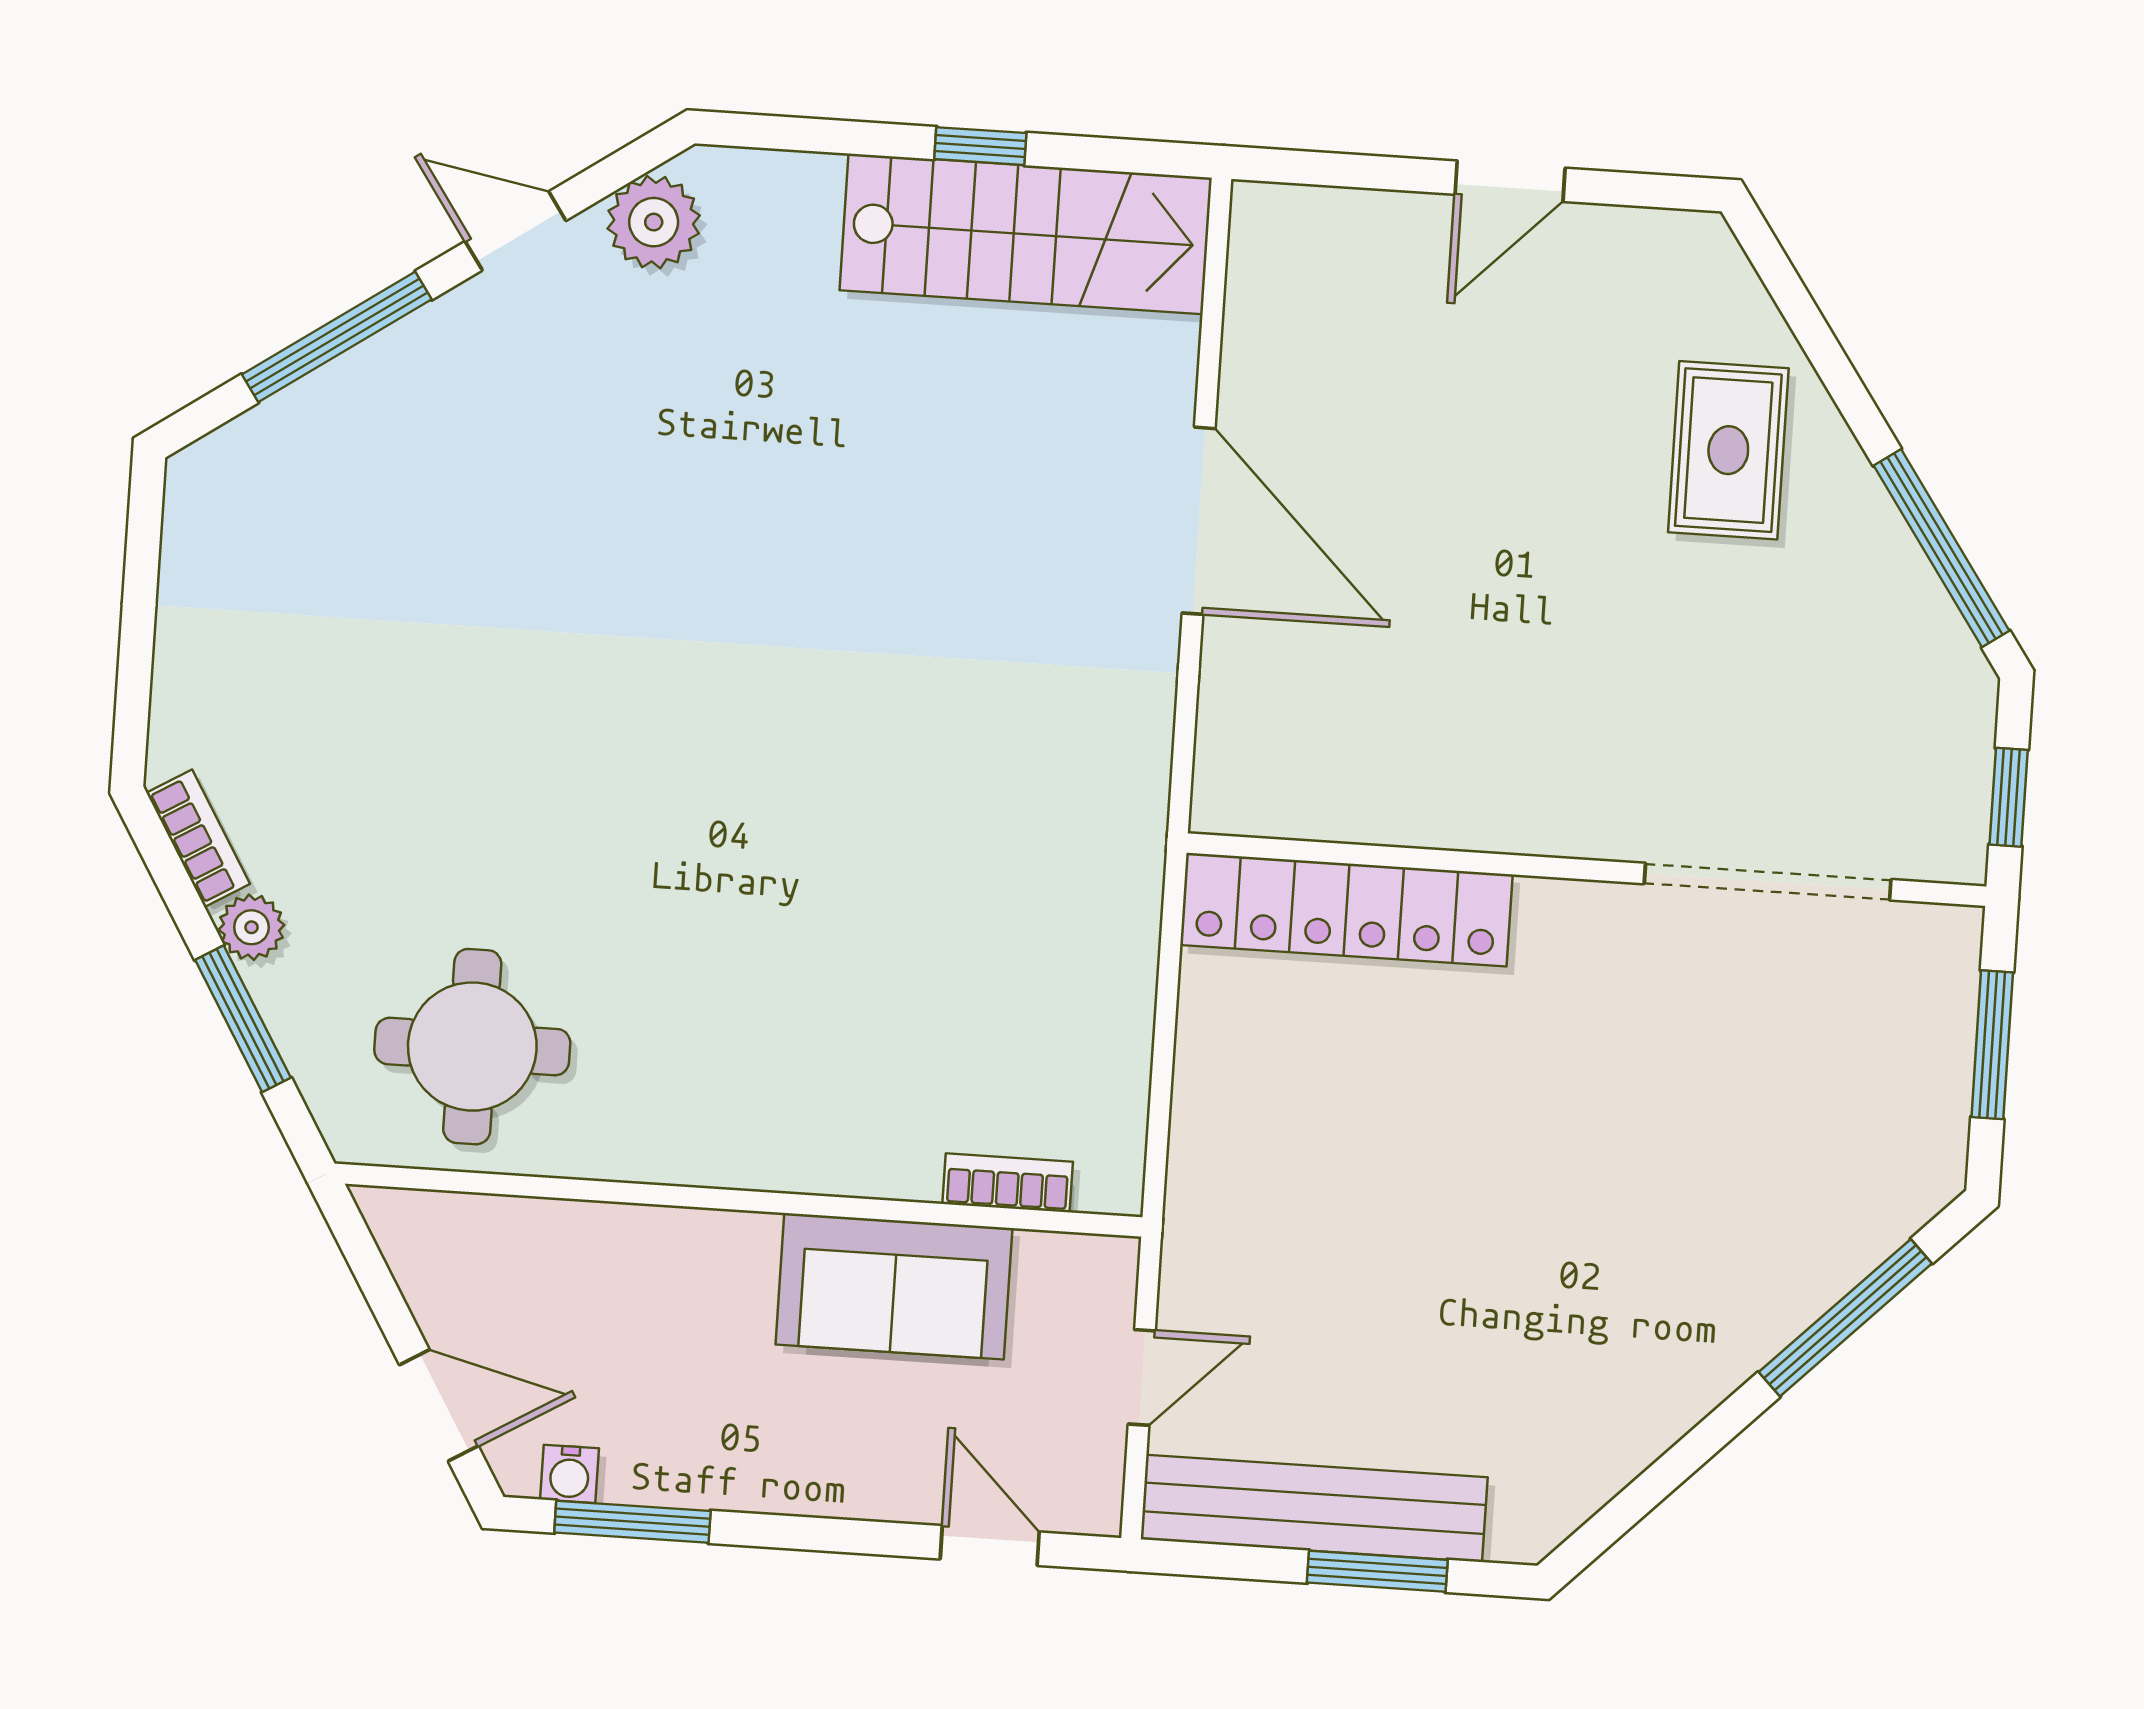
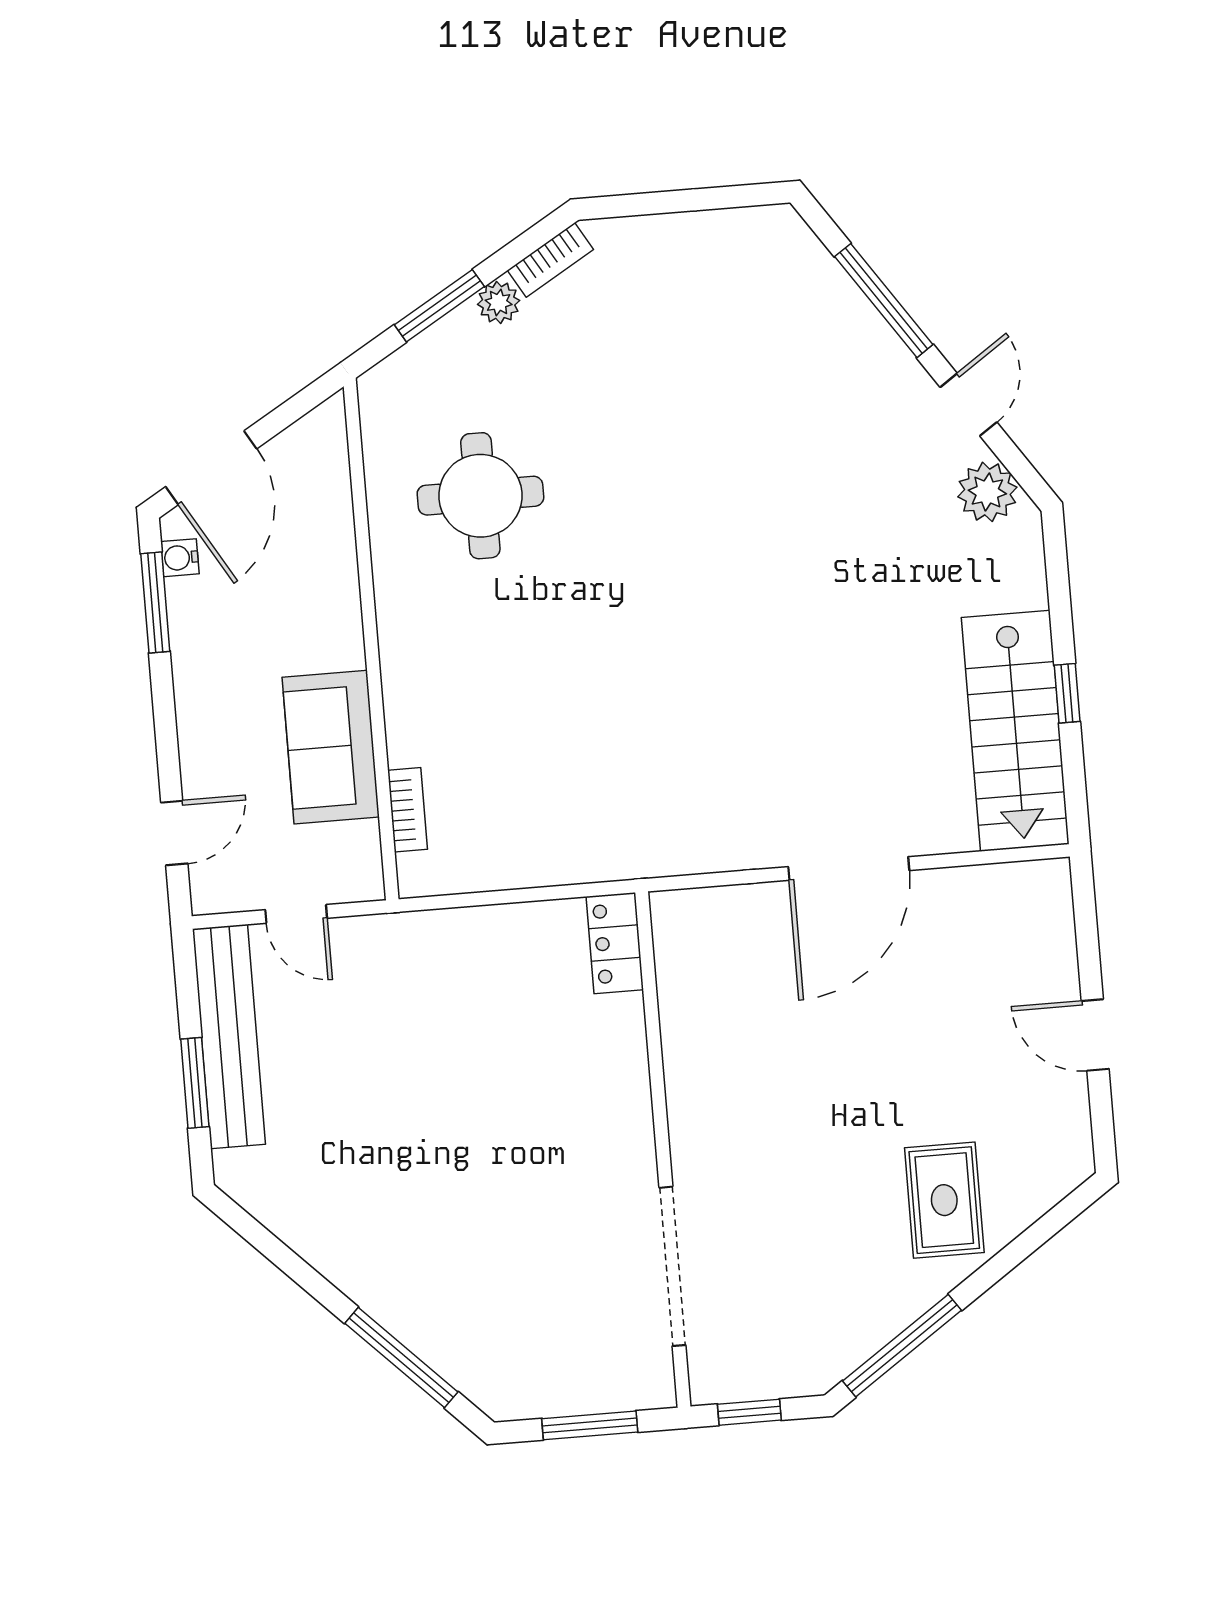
rug: (1728, 450) -> (944, 1200), turned 90
locker: (1346, 910) -> (615, 943), width x0.46, depth x0.83
round table: (472, 1047) -> (480, 496), moved
door: (439, 1405) -> (211, 468), width x1.38

